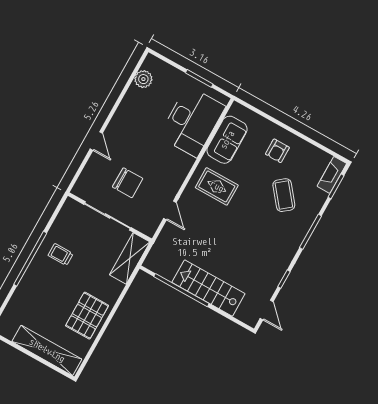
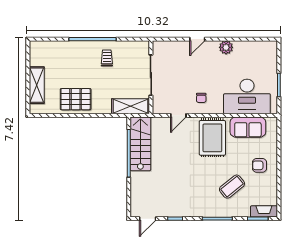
plant: (143, 79) -> (226, 47), moved
chair: (128, 183) -> (201, 98), moved, width x0.54, depth x0.54
rug: (217, 186) -> (212, 138), width x1.36, depth x1.43
stairs: (208, 288) -> (140, 144), moved
shelving: (47, 350) -> (37, 85), width x0.68

